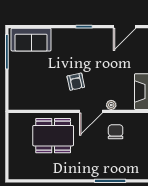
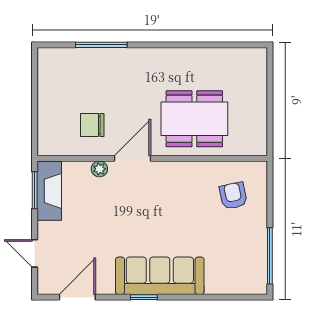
sofa: (31, 40) -> (160, 276), moved, width x1.36
armchair: (76, 82) -> (233, 196), moved
chair: (116, 132) -> (92, 125), turned 90

